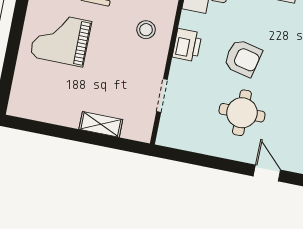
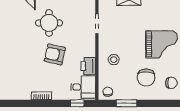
printer: (187, 45) -> (88, 66), moved

